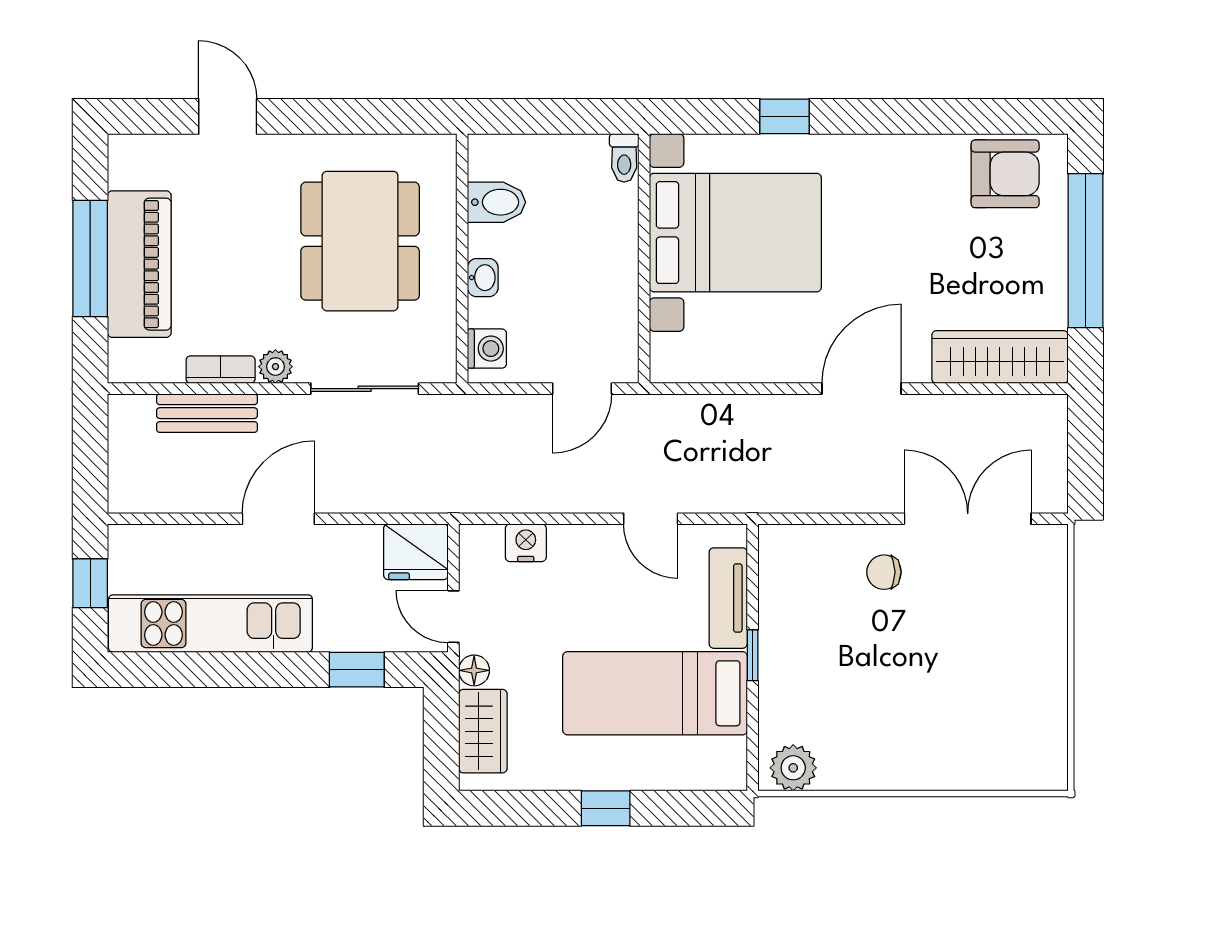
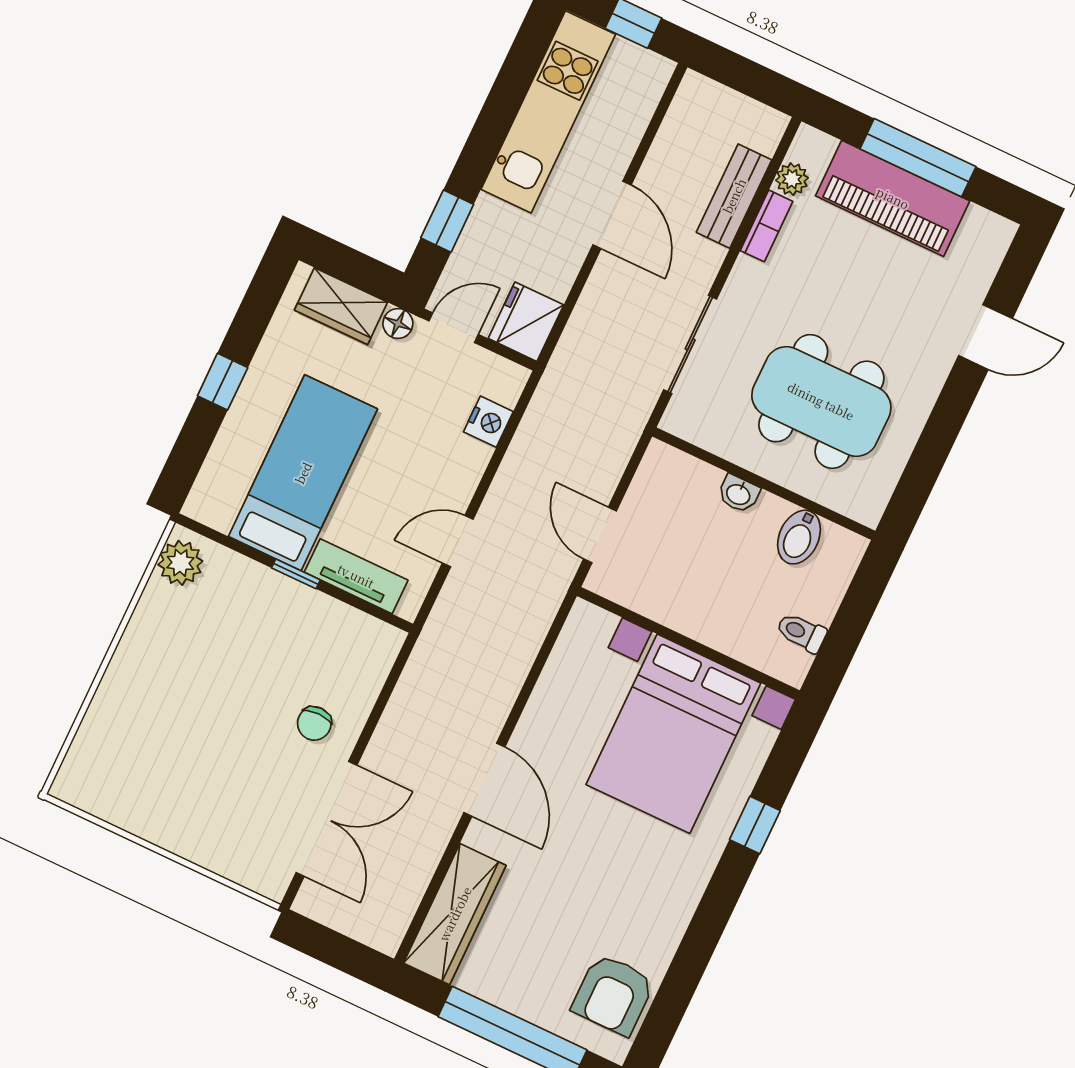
toilet: (624, 158) -> (801, 632), moved
washing machine: (487, 349) -> (675, 468), removed
plant: (275, 367) -> (792, 179), moved
chair: (884, 572) -> (314, 723), turned 180

